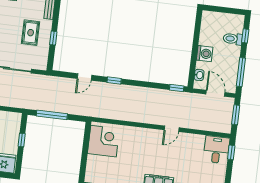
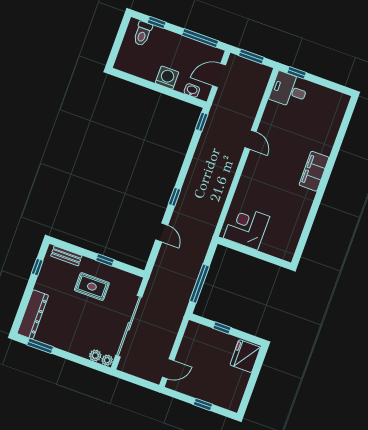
toilet: (233, 39) -> (143, 34), moved

